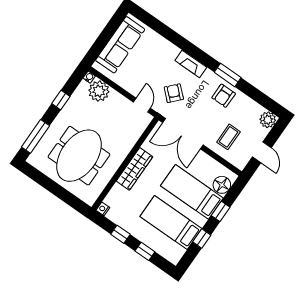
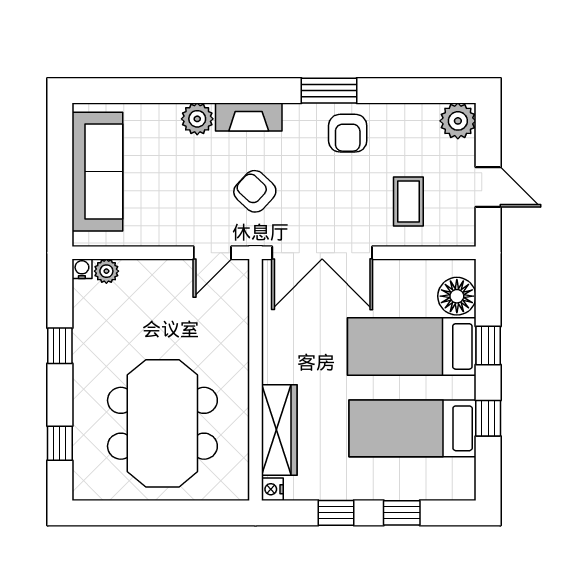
plant: (171, 51) -> (197, 119), added
plant: (99, 91) -> (106, 271), width x0.53, depth x0.53
door: (142, 105) -> (212, 253), swing flipped
window: (36, 136) -> (60, 443), width x0.46
wardrobe: (134, 169) -> (279, 430), moved

